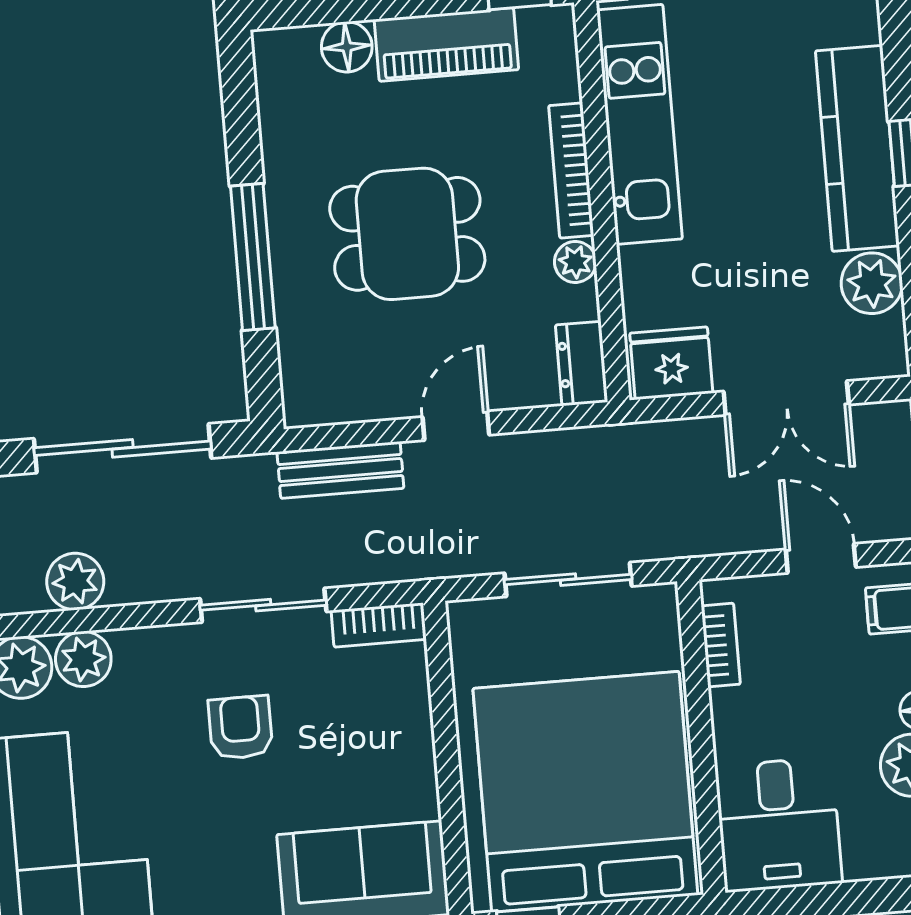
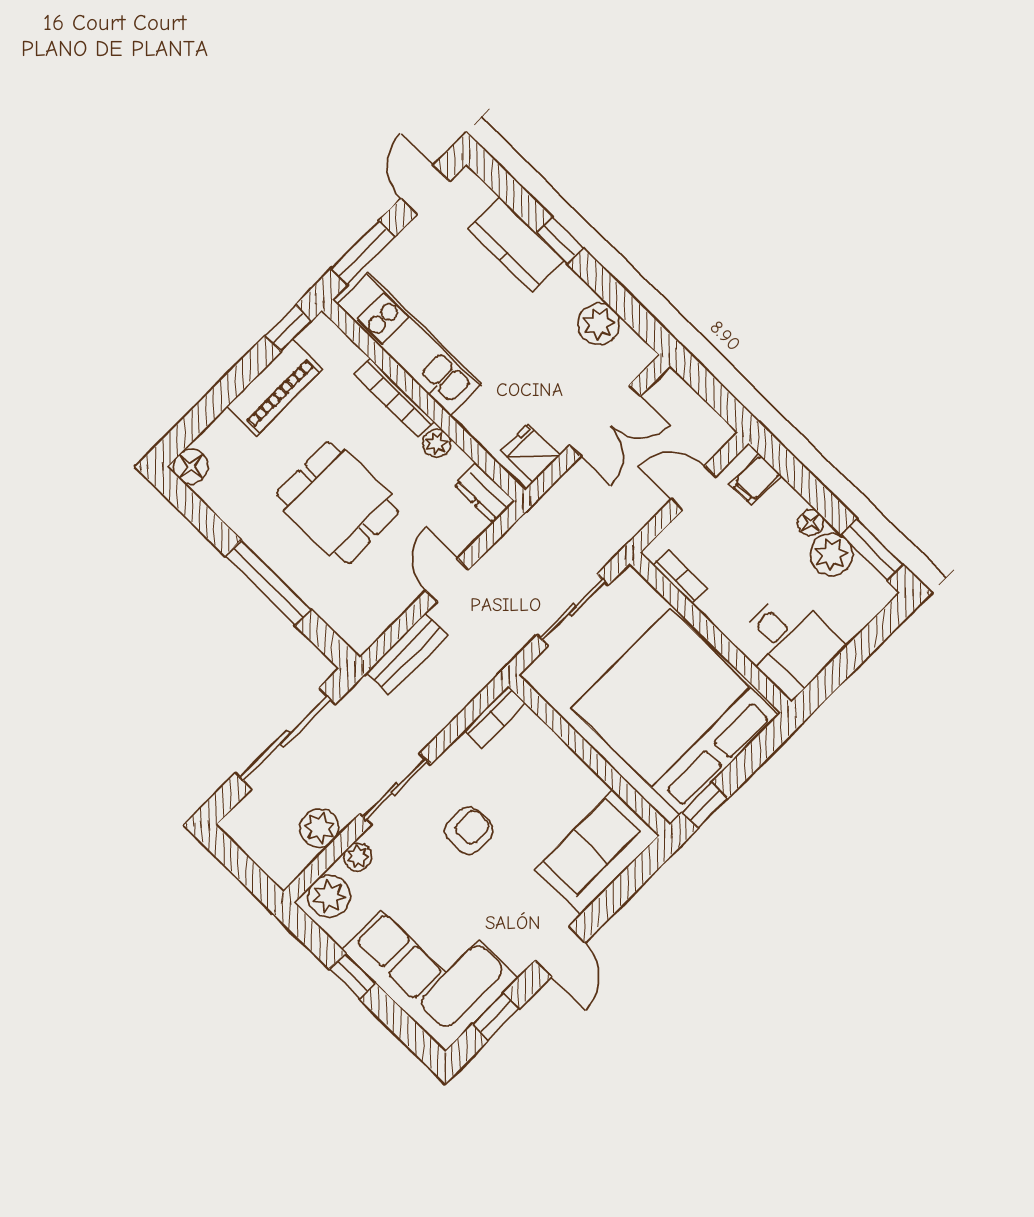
floor lamp: (347, 47) -> (191, 467), moved
kitchen counter: (857, 148) -> (516, 245), width x0.67
dining table: (407, 234) -> (338, 503), turned 90
fridge: (671, 363) -> (531, 453), width x0.72
sliding door: (263, 605) -> (395, 789), moved
plant: (83, 659) -> (358, 857), width x0.73, depth x0.73
armchair: (240, 728) -> (469, 830), turned 90

